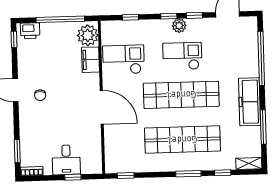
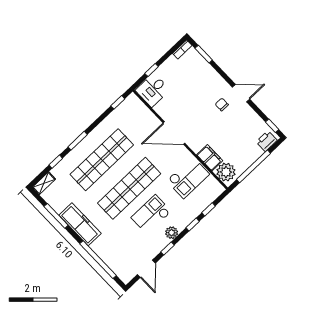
window: (169, 16) -> (193, 225), moved
checkout: (182, 56) -> (151, 214), turned 180
desk: (66, 160) -> (153, 90), moved, turned -90

